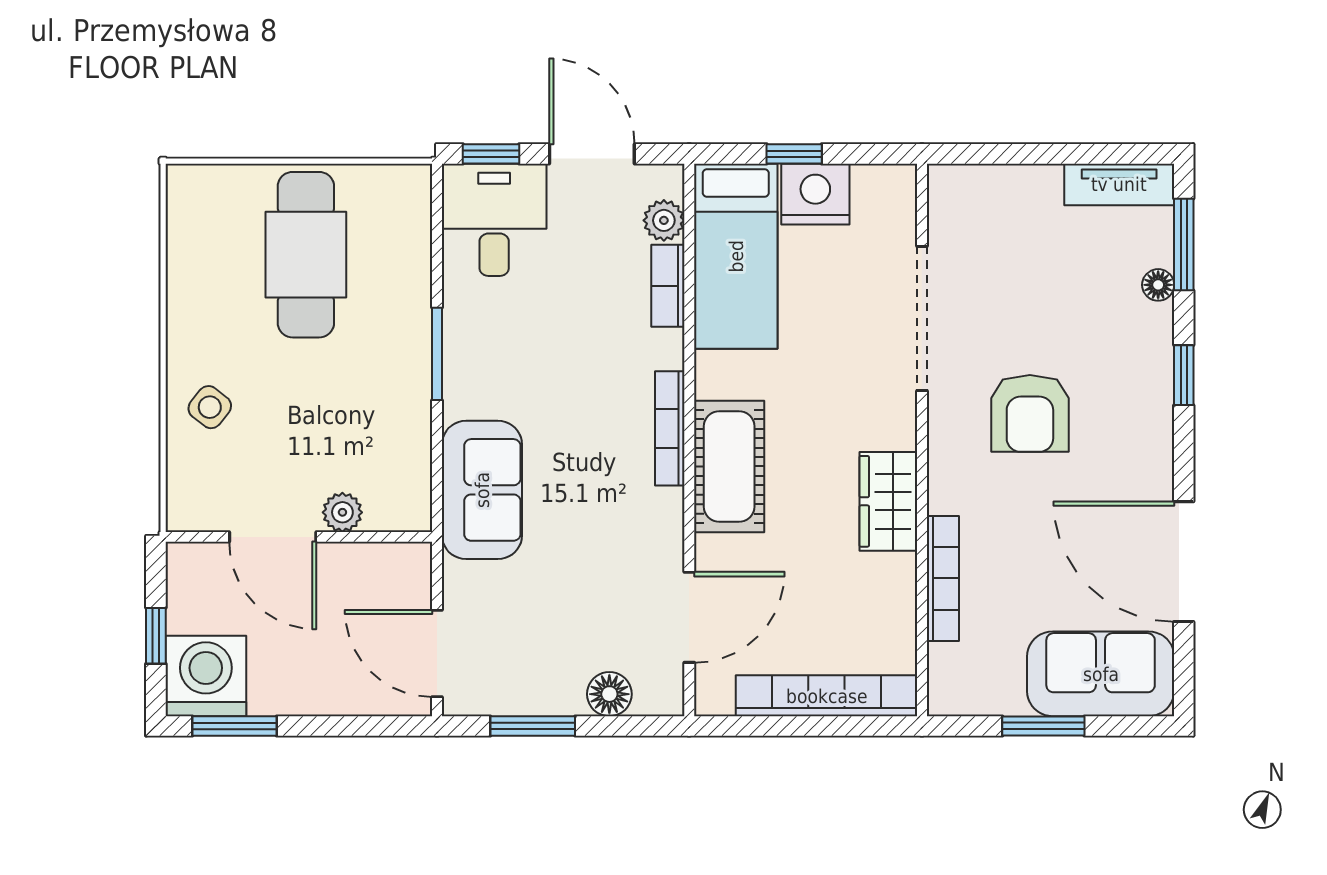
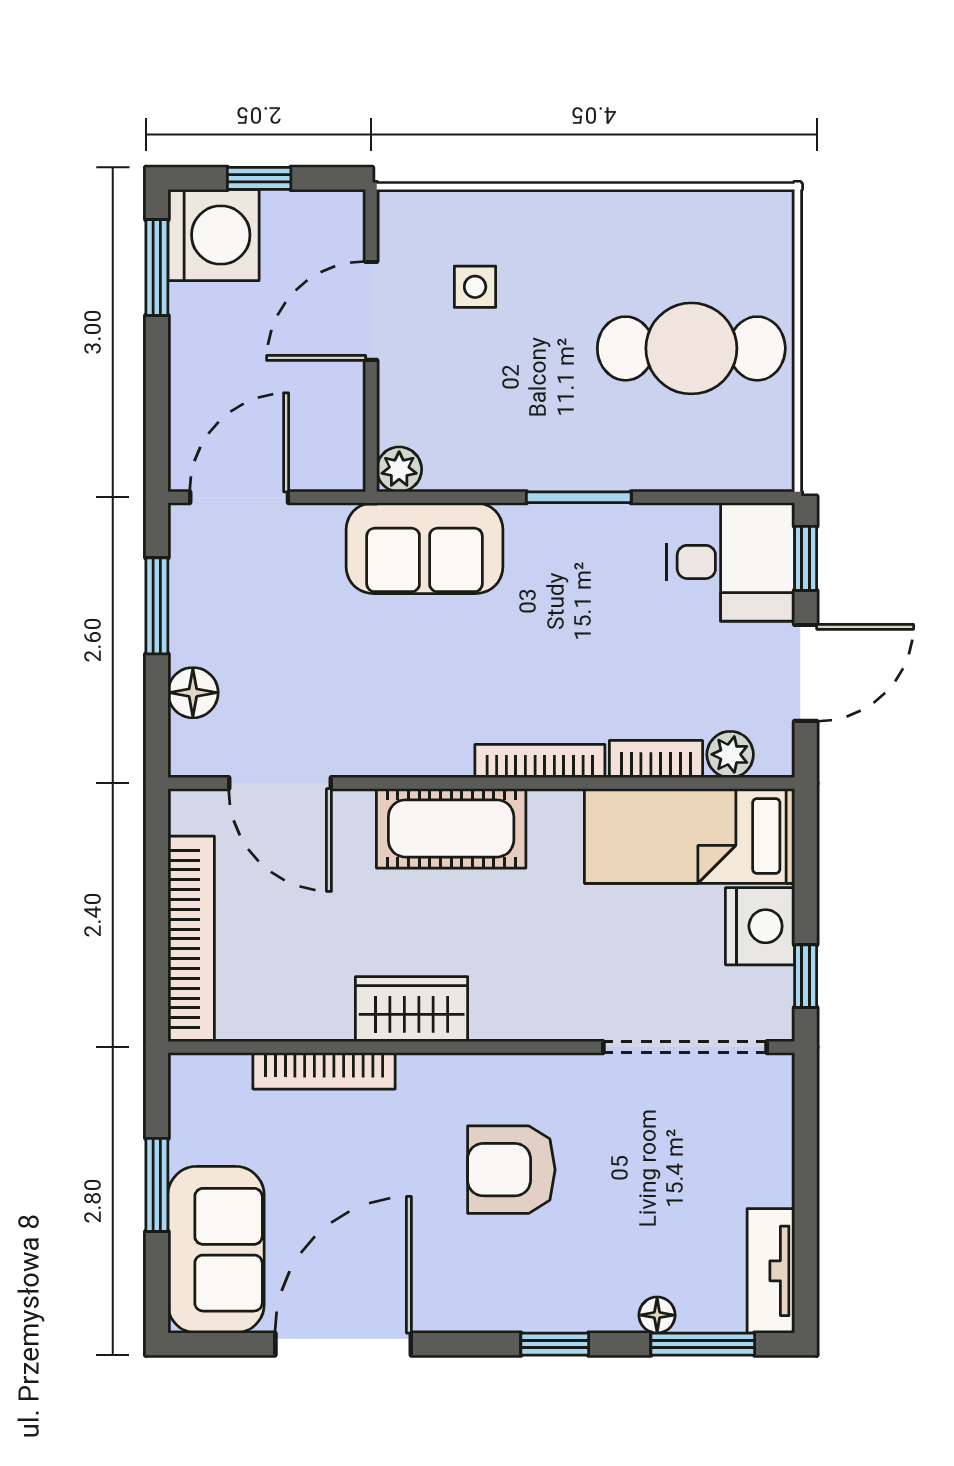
window: (794, 154) -> (806, 976), moved
doorway: (922, 319) -> (685, 1047), moved
side table: (210, 407) -> (475, 287), moved, turned -38
bookcase: (670, 428) -> (540, 761), moved
plant: (342, 512) -> (399, 469), moved

